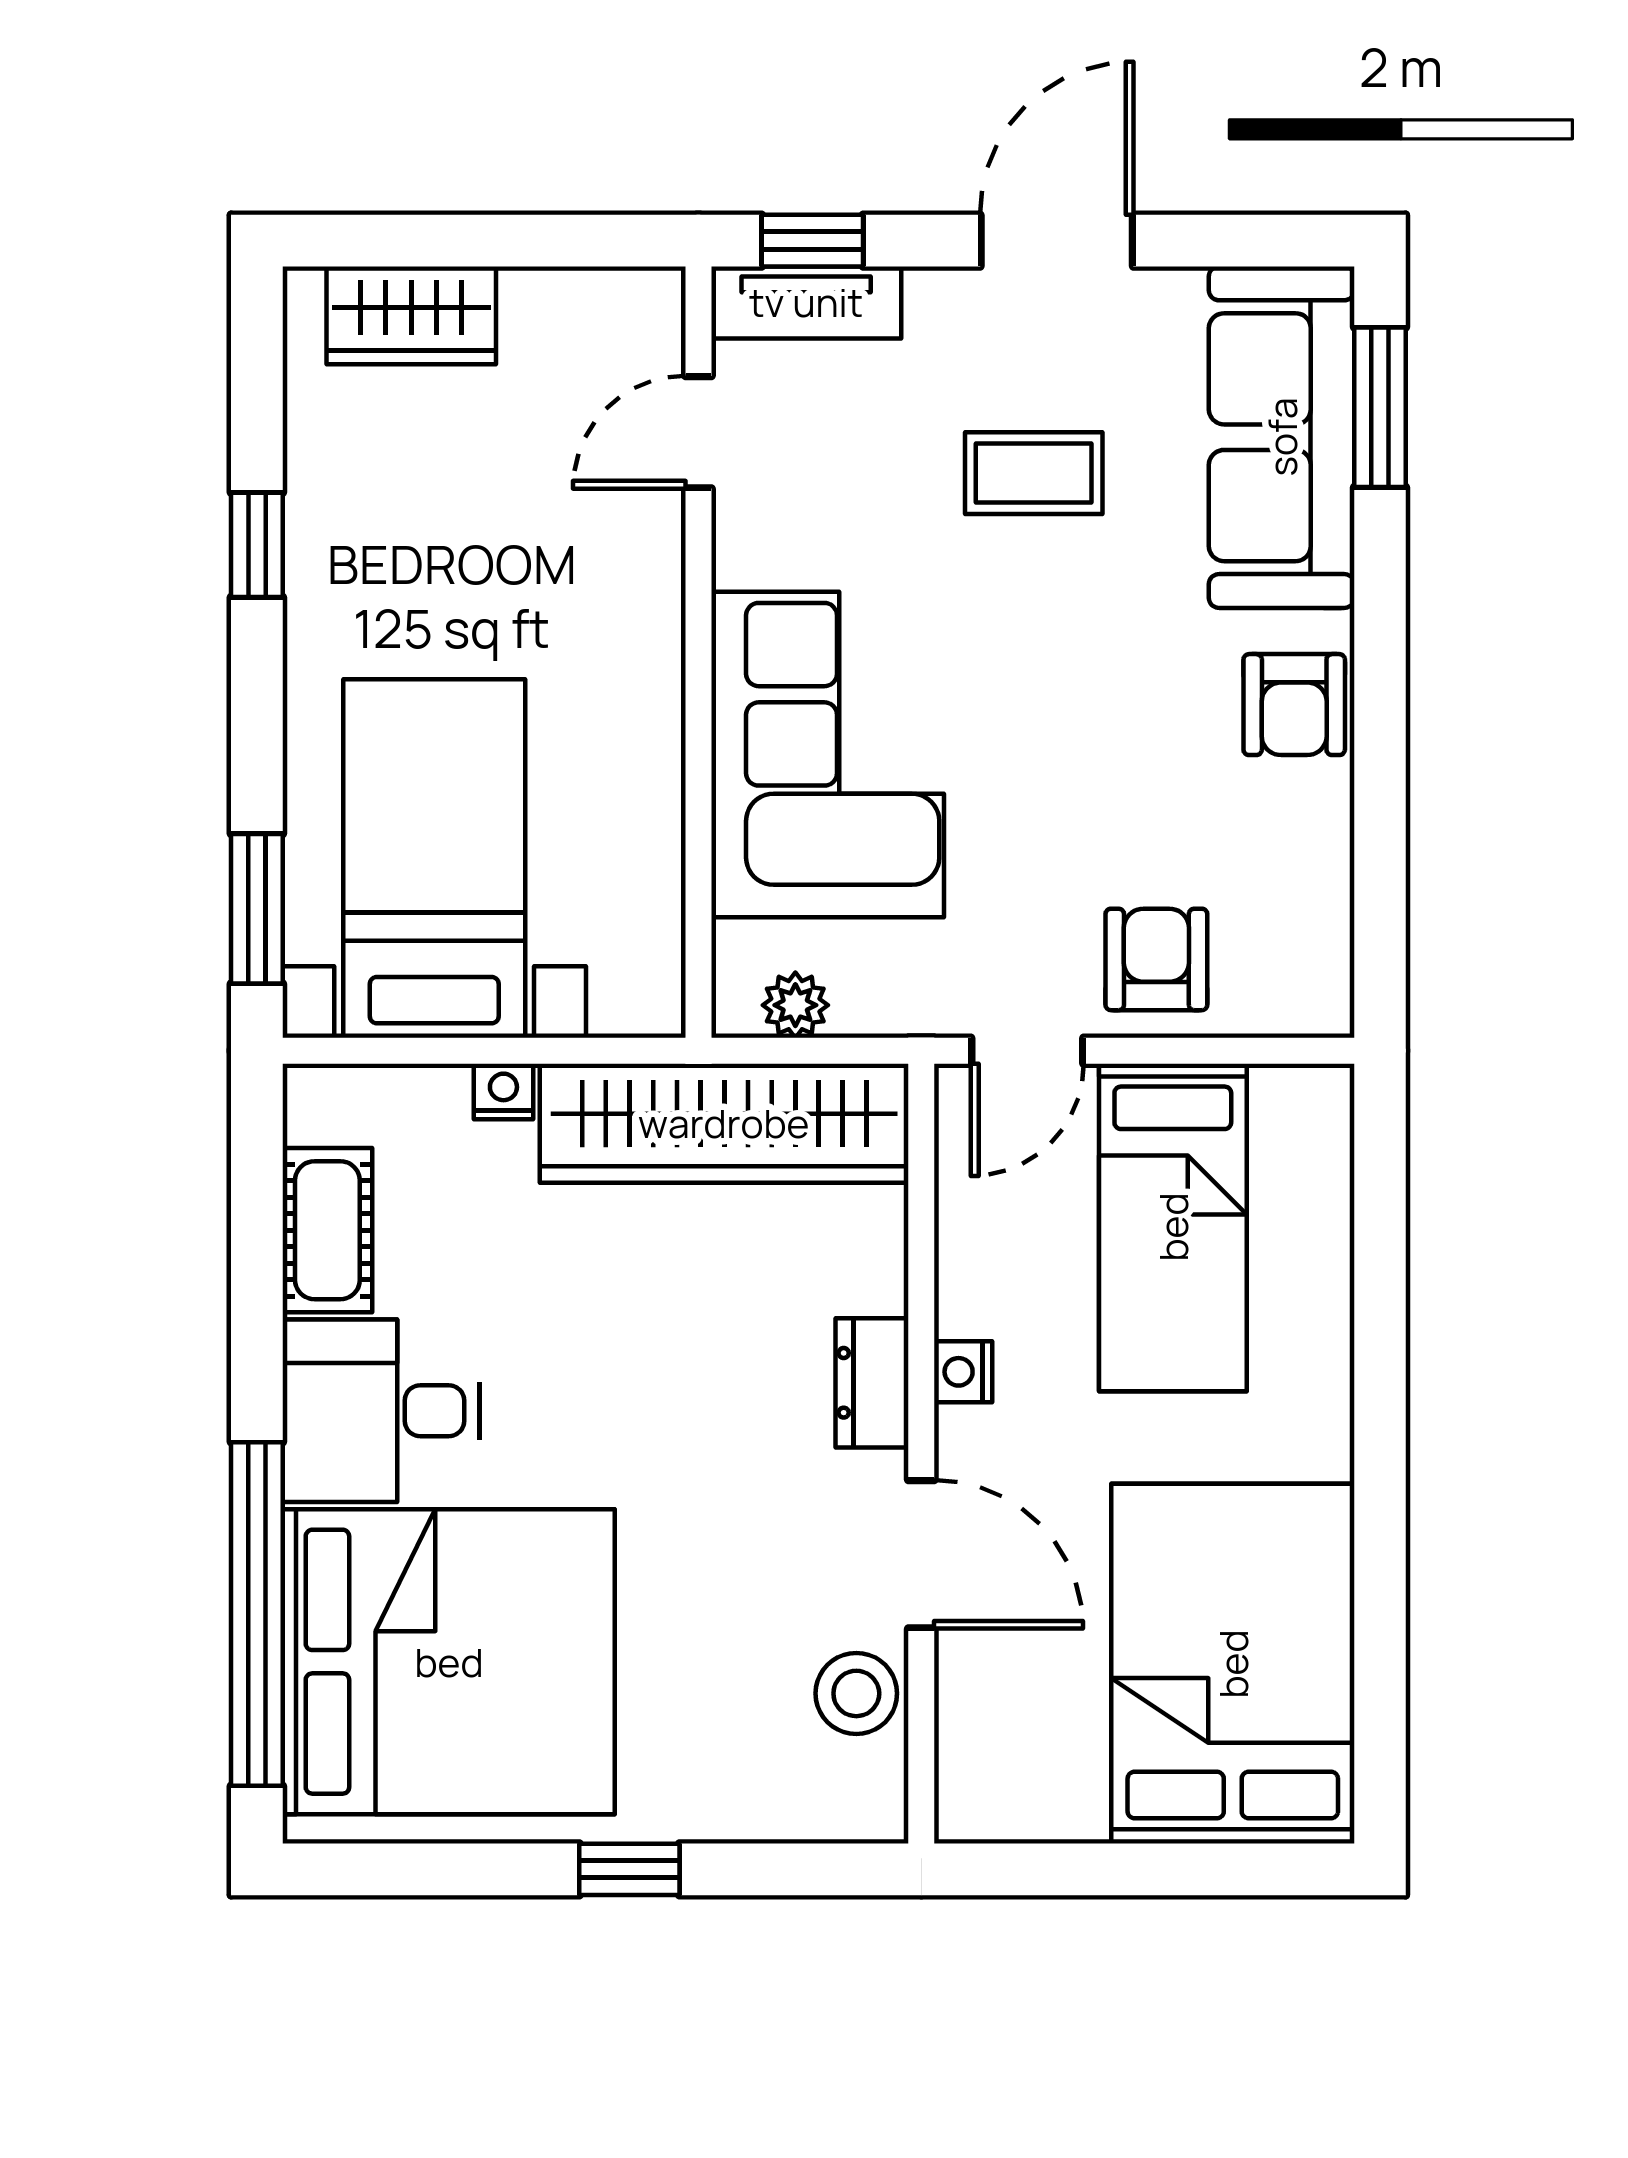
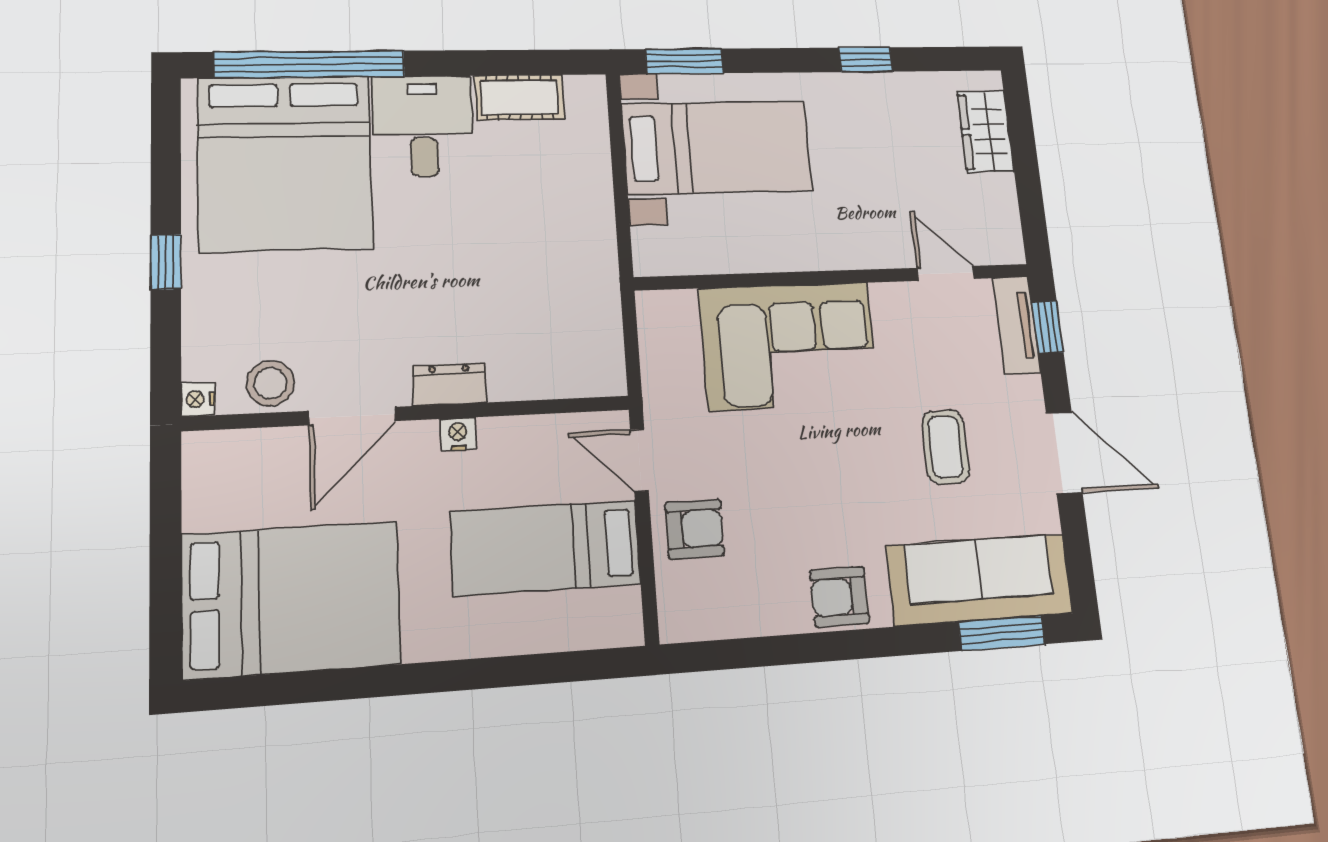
plant: (795, 1005) -> (655, 334), removed
nightstand: (503, 1091) -> (198, 399), moved, turned 180
wardrobe: (724, 1123) -> (589, 299), removed

